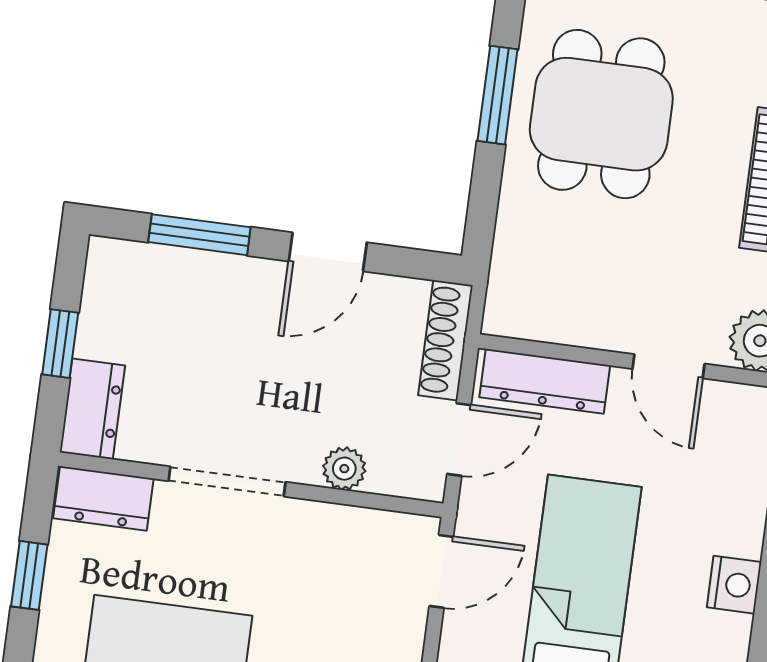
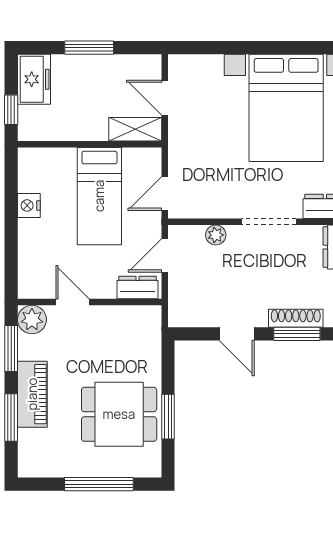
dining table: (601, 114) -> (119, 414), turned 90
door: (328, 252) -> (237, 334), swing flipped
shoe rack: (445, 340) -> (296, 318), moved, turned -90
dresser: (545, 381) -> (138, 288), width x0.70

